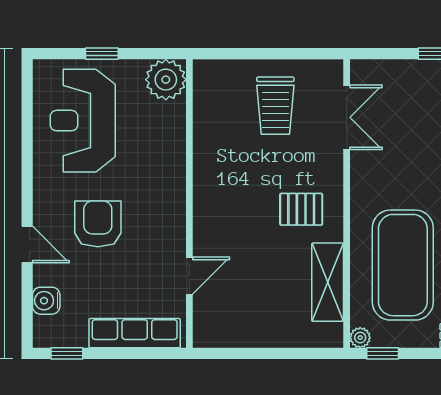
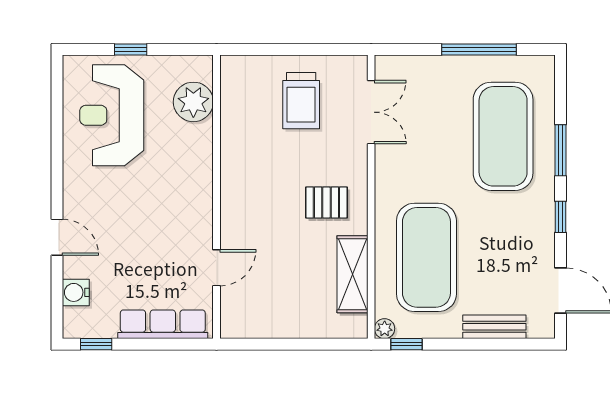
plant: (166, 80) -> (193, 102), moved
armchair: (98, 224) -> (127, 217), removed

